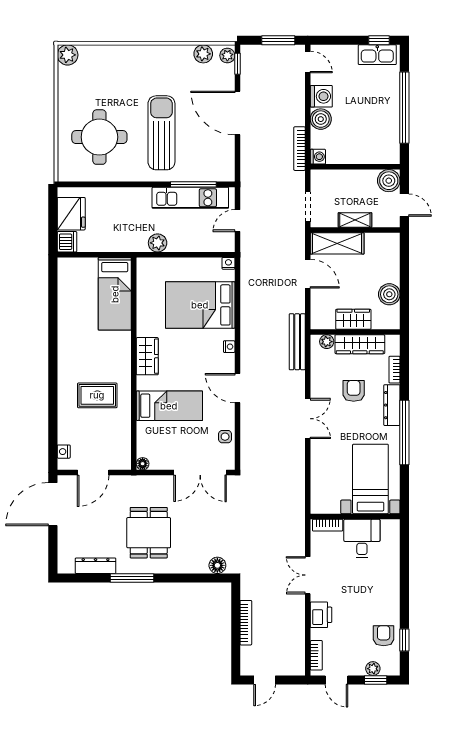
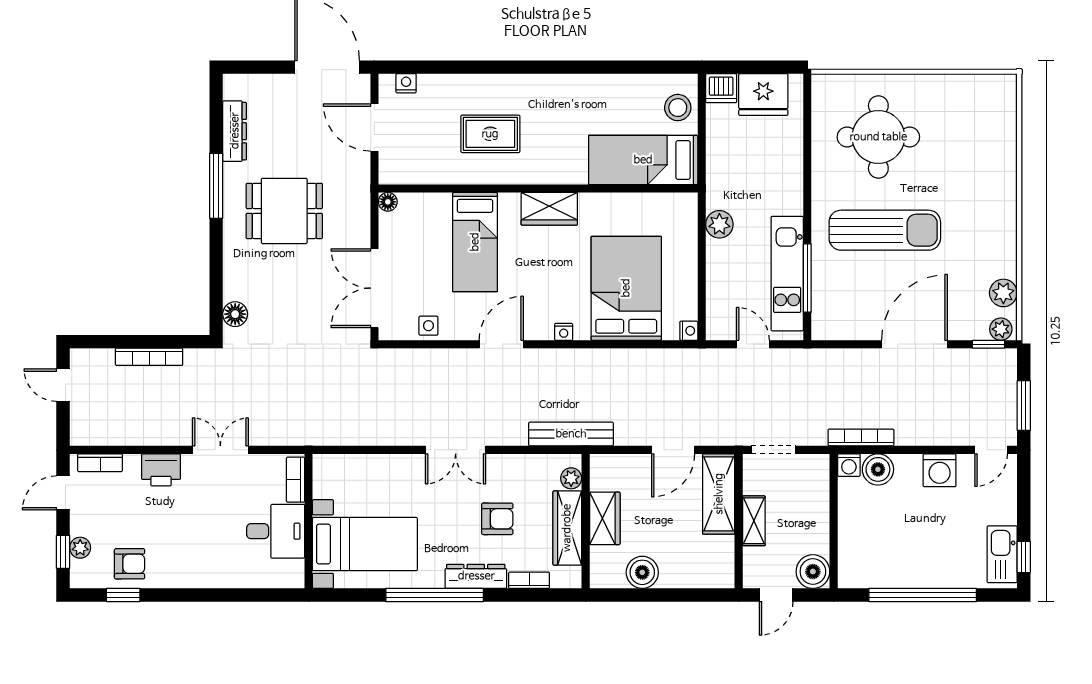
plant: (68, 55) -> (1002, 89), removed
boiler: (321, 119) -> (878, 469), moved
stool: (80, 271) -> (678, 108), added
rug: (97, 395) -> (490, 134), turned 90

